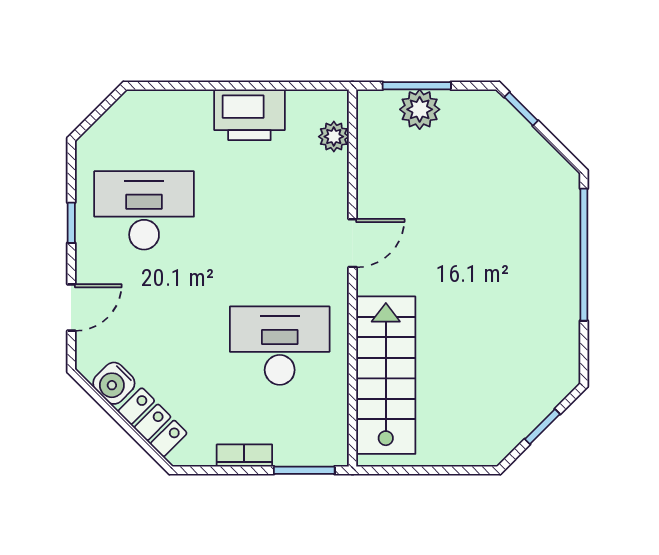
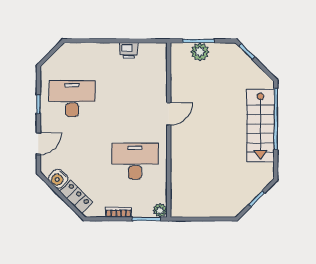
printer: (249, 115) -> (129, 50), width x0.53, depth x0.68
plant: (334, 137) -> (160, 210), moved
stairs: (386, 375) -> (260, 126), moved, turned 180

